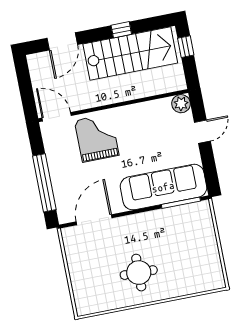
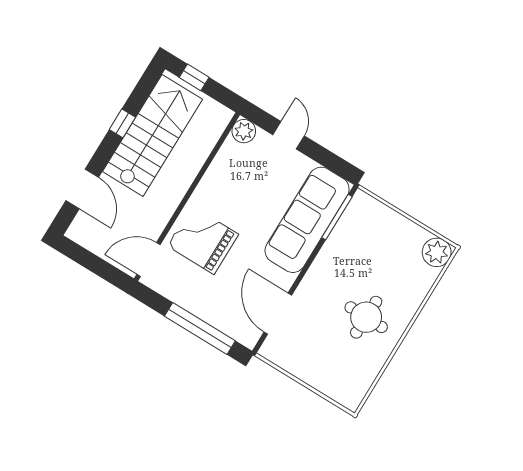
plant: (213, 279) -> (437, 252), added

